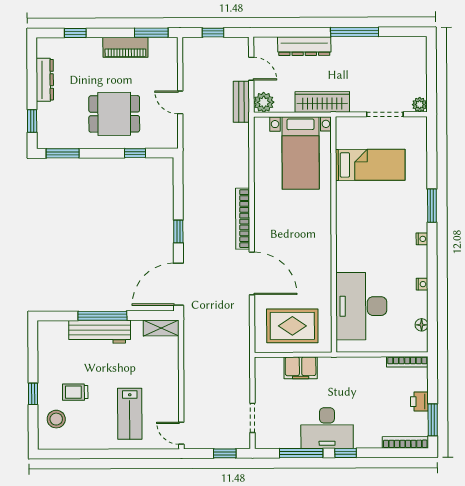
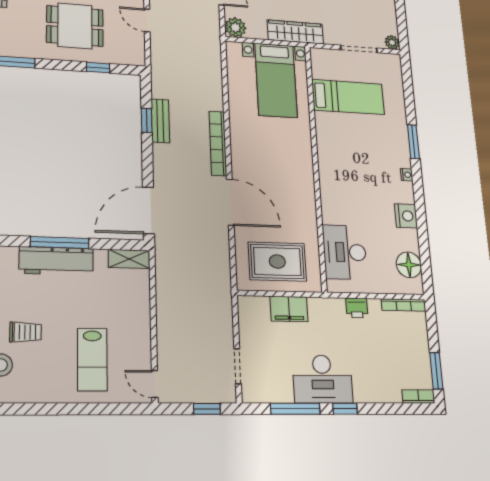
bench: (241, 102) -> (160, 121), moved
window: (178, 232) -> (147, 120), moved
nightstand: (422, 284) -> (406, 216), width x1.89, depth x1.79
desk: (361, 306) -> (345, 252), width x0.73, depth x0.77
floor lamp: (422, 325) -> (409, 265), width x1.89, depth x1.89
trolley: (75, 392) -> (25, 332), turned 180
printer: (419, 402) -> (357, 308), moved, turned -90
bookcase: (405, 442) -> (418, 397), width x0.64

